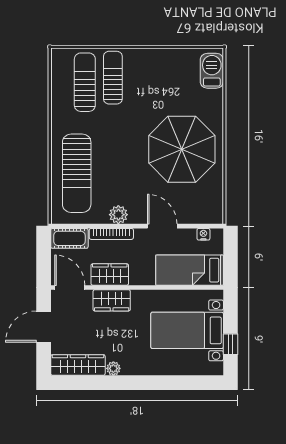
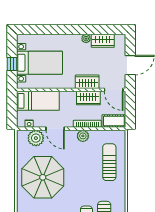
sun lounger: (77, 173) -> (109, 162), width x0.73, depth x0.75
plant: (193, 211) -> (36, 138), added
window: (230, 344) -> (12, 64), moved
wardrobe: (78, 365) -> (103, 41), width x0.67

